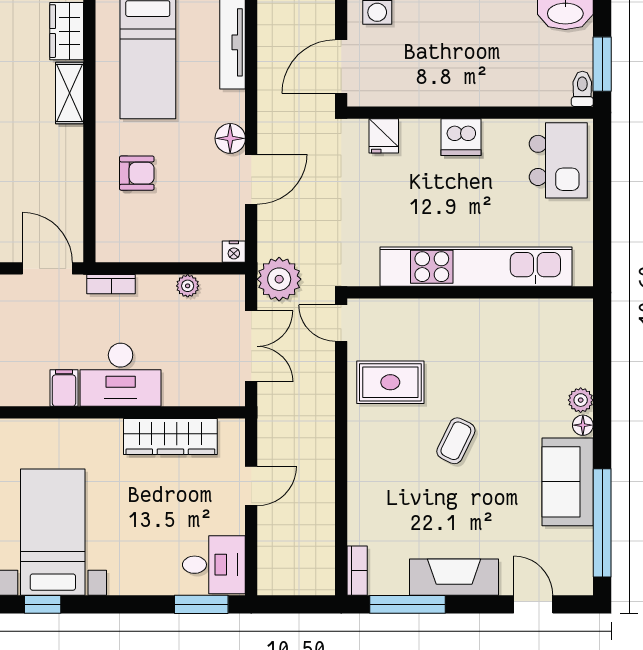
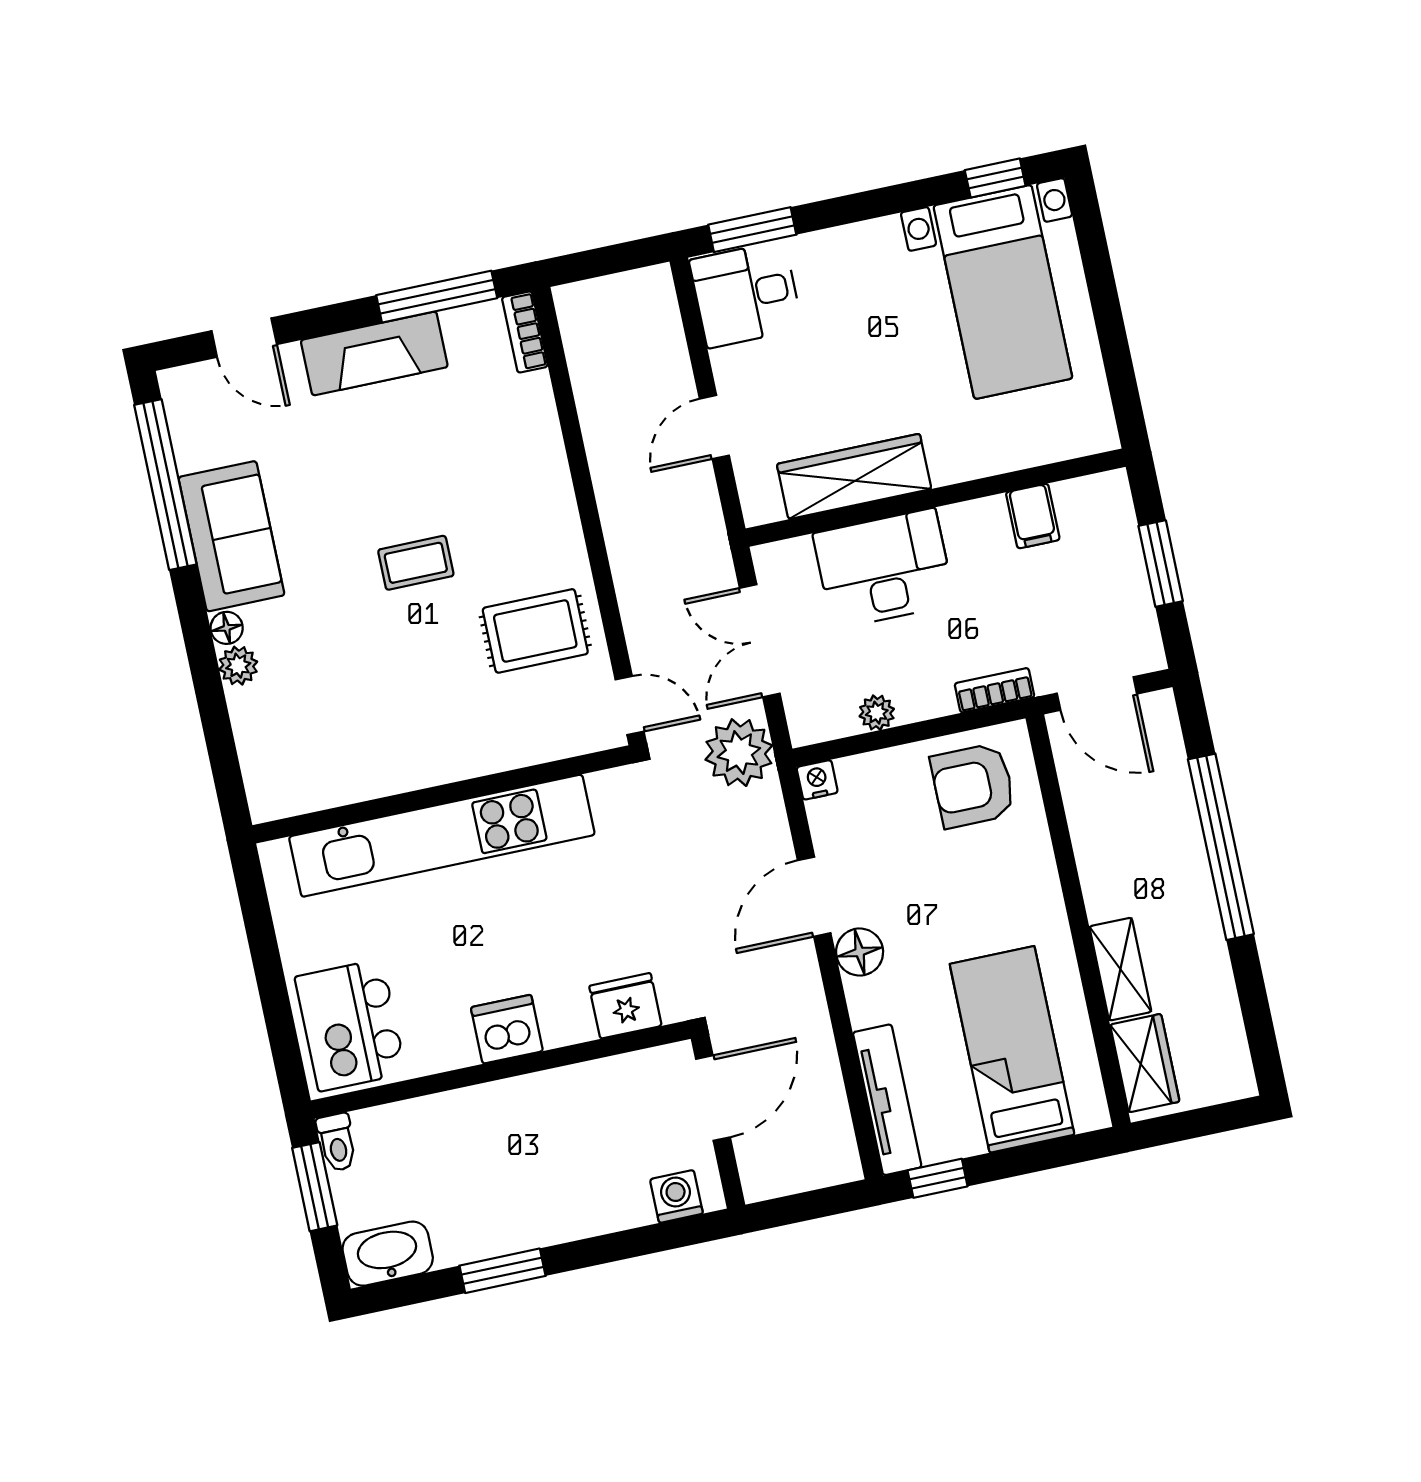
fridge: (384, 136) -> (625, 1006), width x1.38
armchair: (137, 173) -> (973, 785), moved, width x1.38, depth x1.38
desk: (121, 375) -> (884, 569), moved
coffee table: (456, 441) -> (416, 563), turned 64

